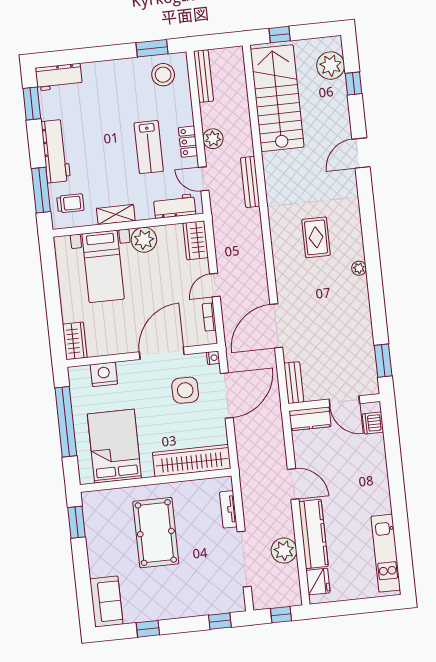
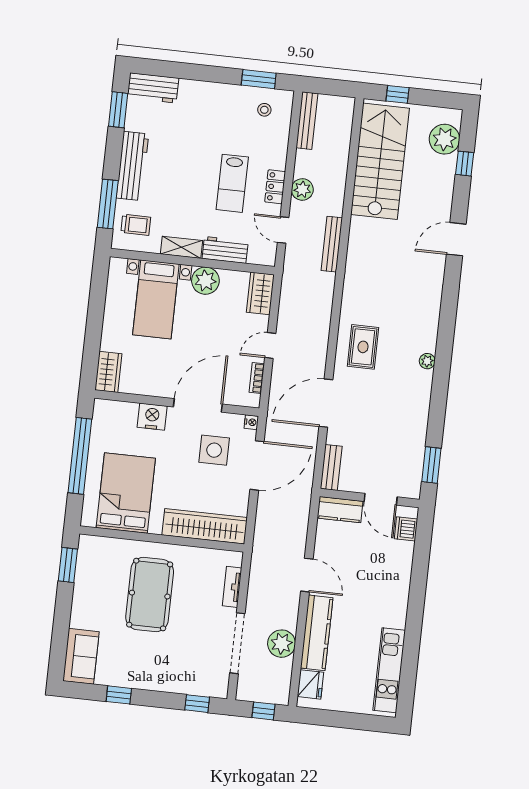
stool: (163, 75) -> (264, 110), width x0.53, depth x0.53
workbench: (175, 206) -> (225, 250), moved
rug: (316, 237) -> (363, 347), moved
nightstand: (104, 374) -> (152, 417), moved

